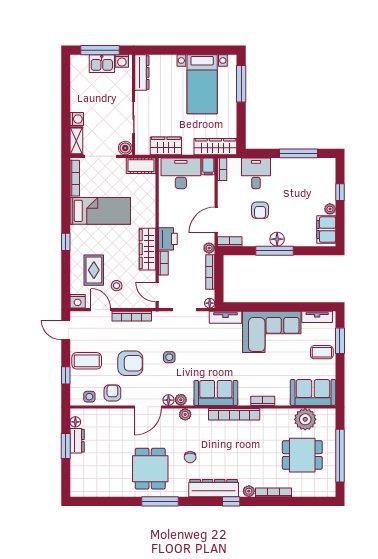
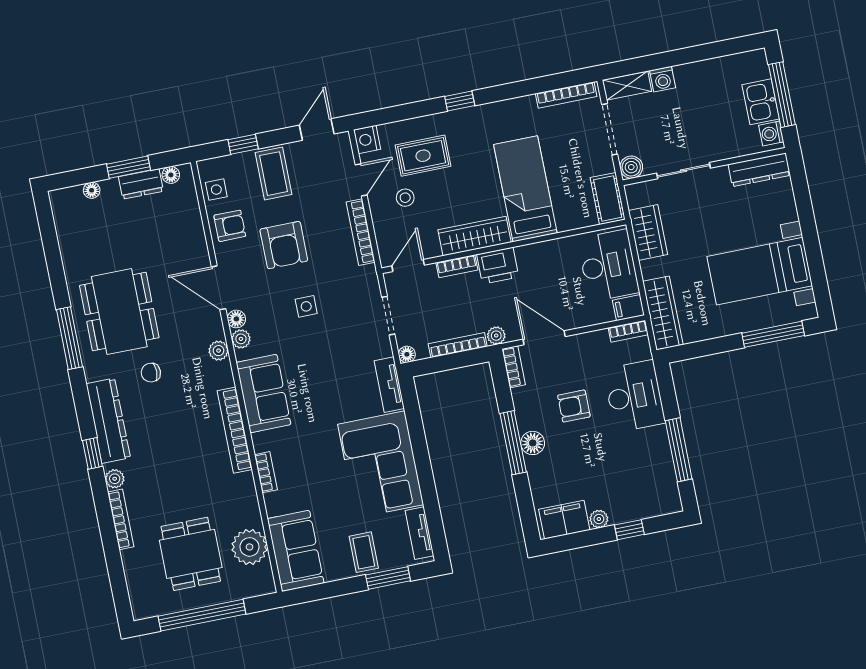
desk: (256, 173) -> (634, 396), width x1.37
bed: (100, 211) -> (525, 189), moved, turned 180
dining table: (150, 469) -> (119, 312), width x1.38
floor lamp: (75, 471) -> (92, 190), added

